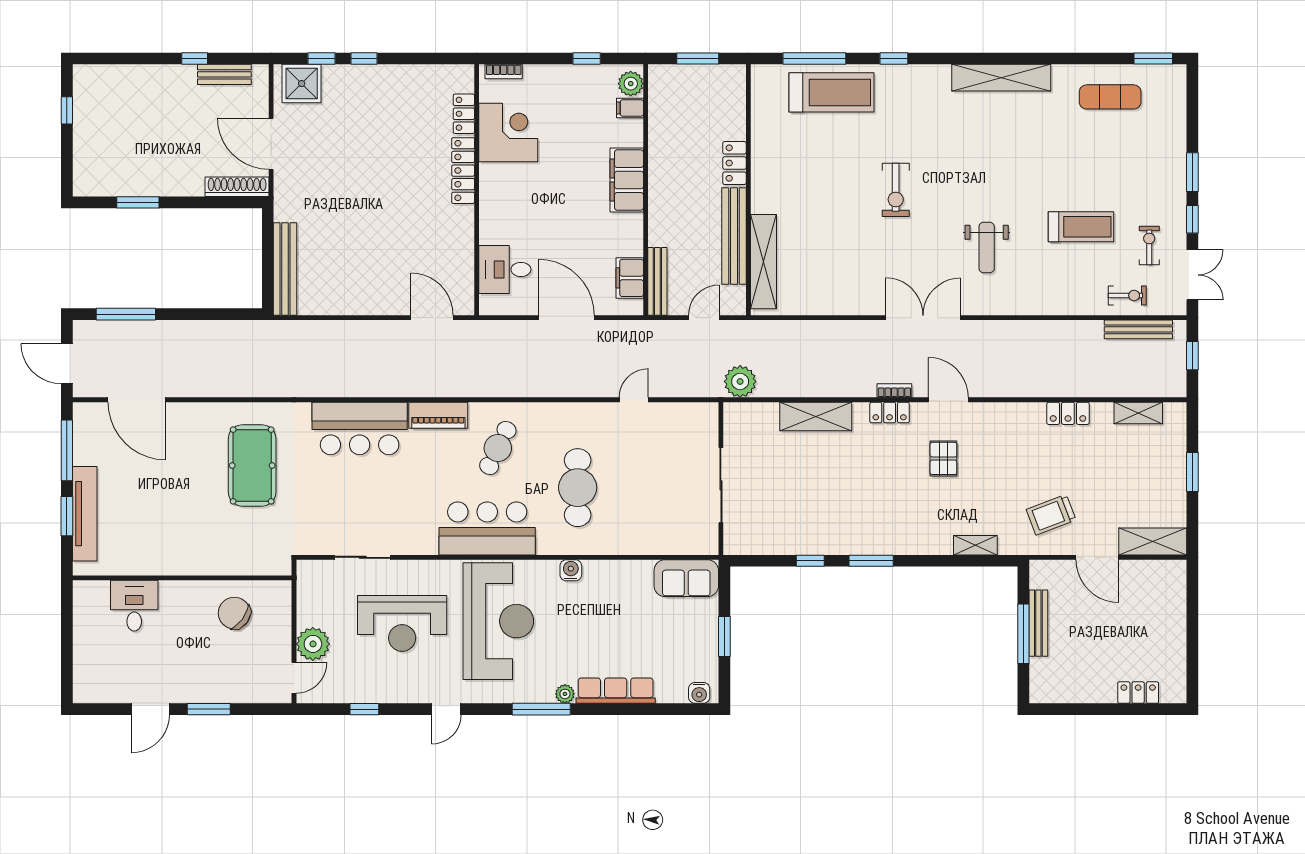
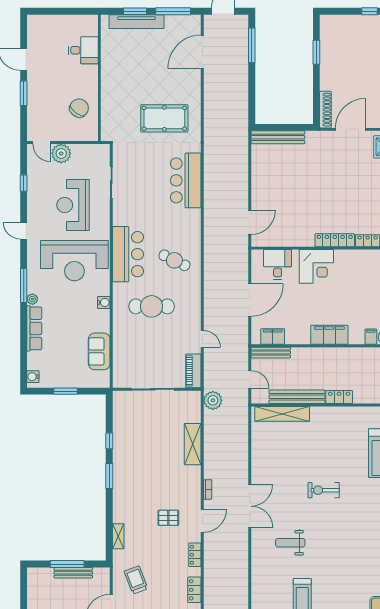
corner desk: (508, 132) -> (316, 266), moved
locker: (890, 413) -> (195, 555), moved
piano: (438, 415) -> (193, 371), moved
sofa: (686, 578) -> (99, 351), moved

